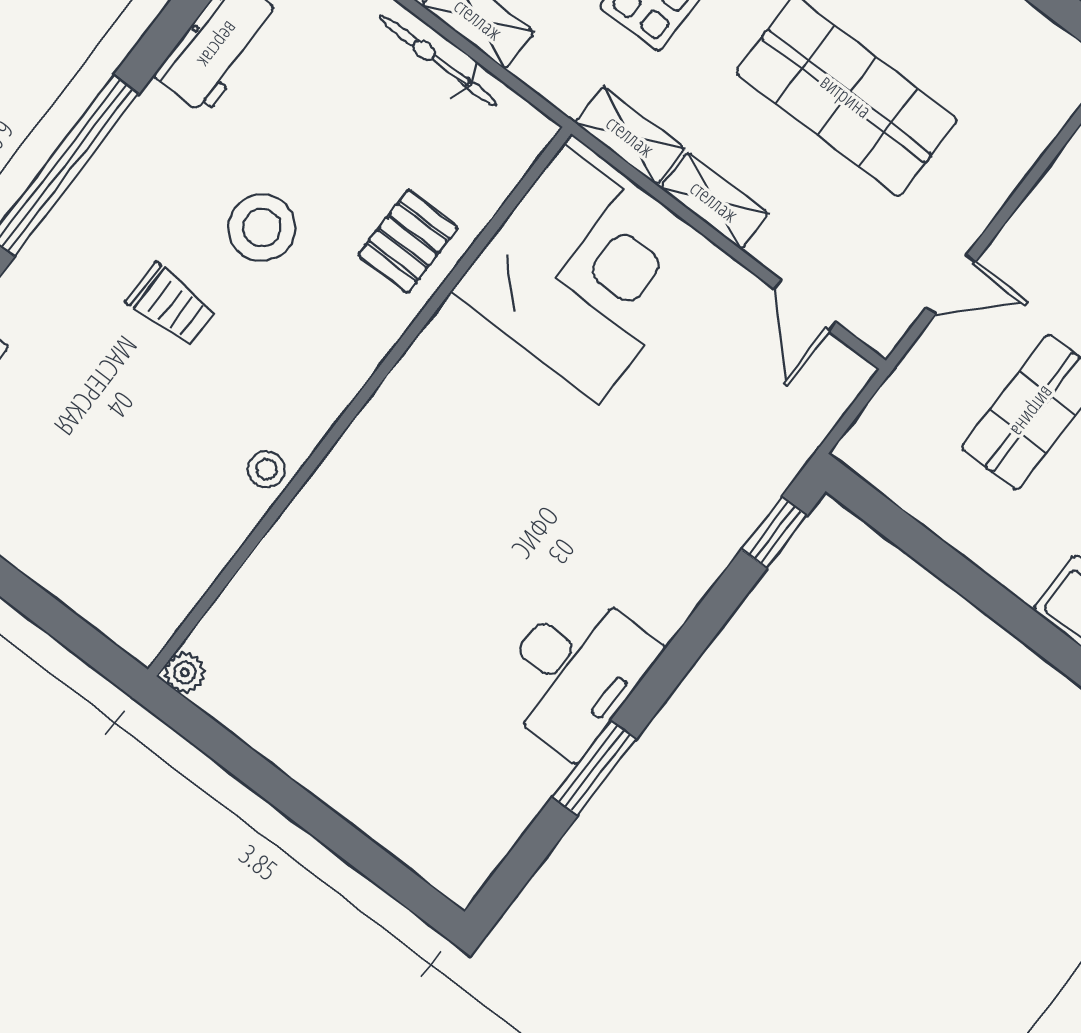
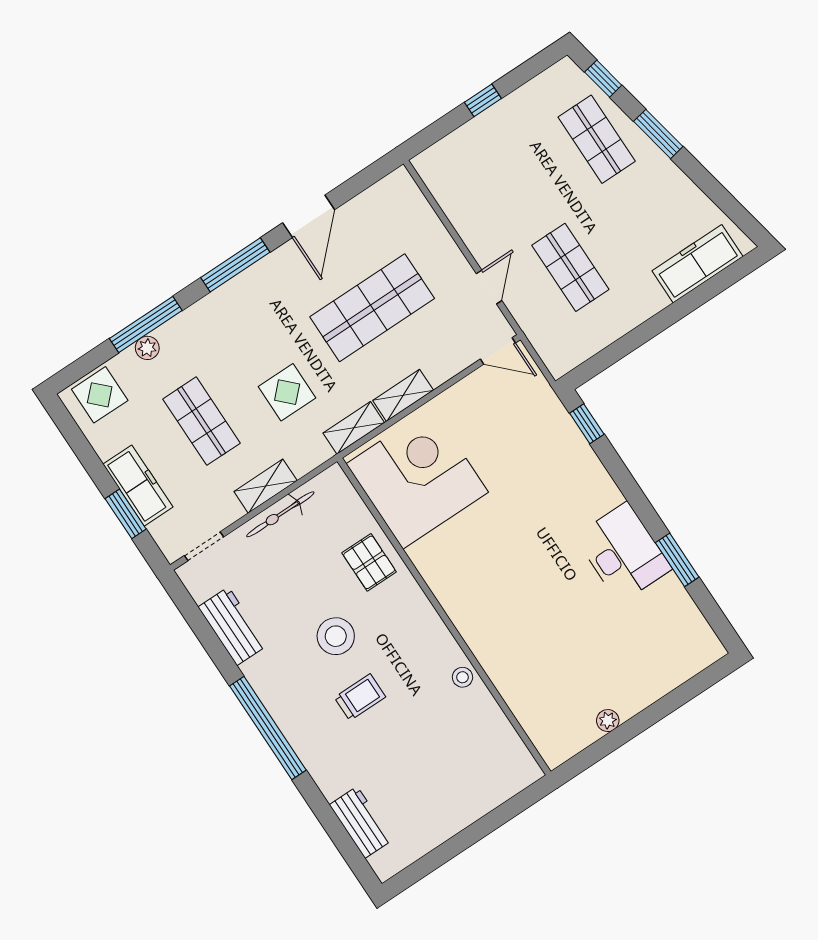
door: (805, 305) -> (498, 351), moved
plant: (185, 673) -> (608, 721), moved

